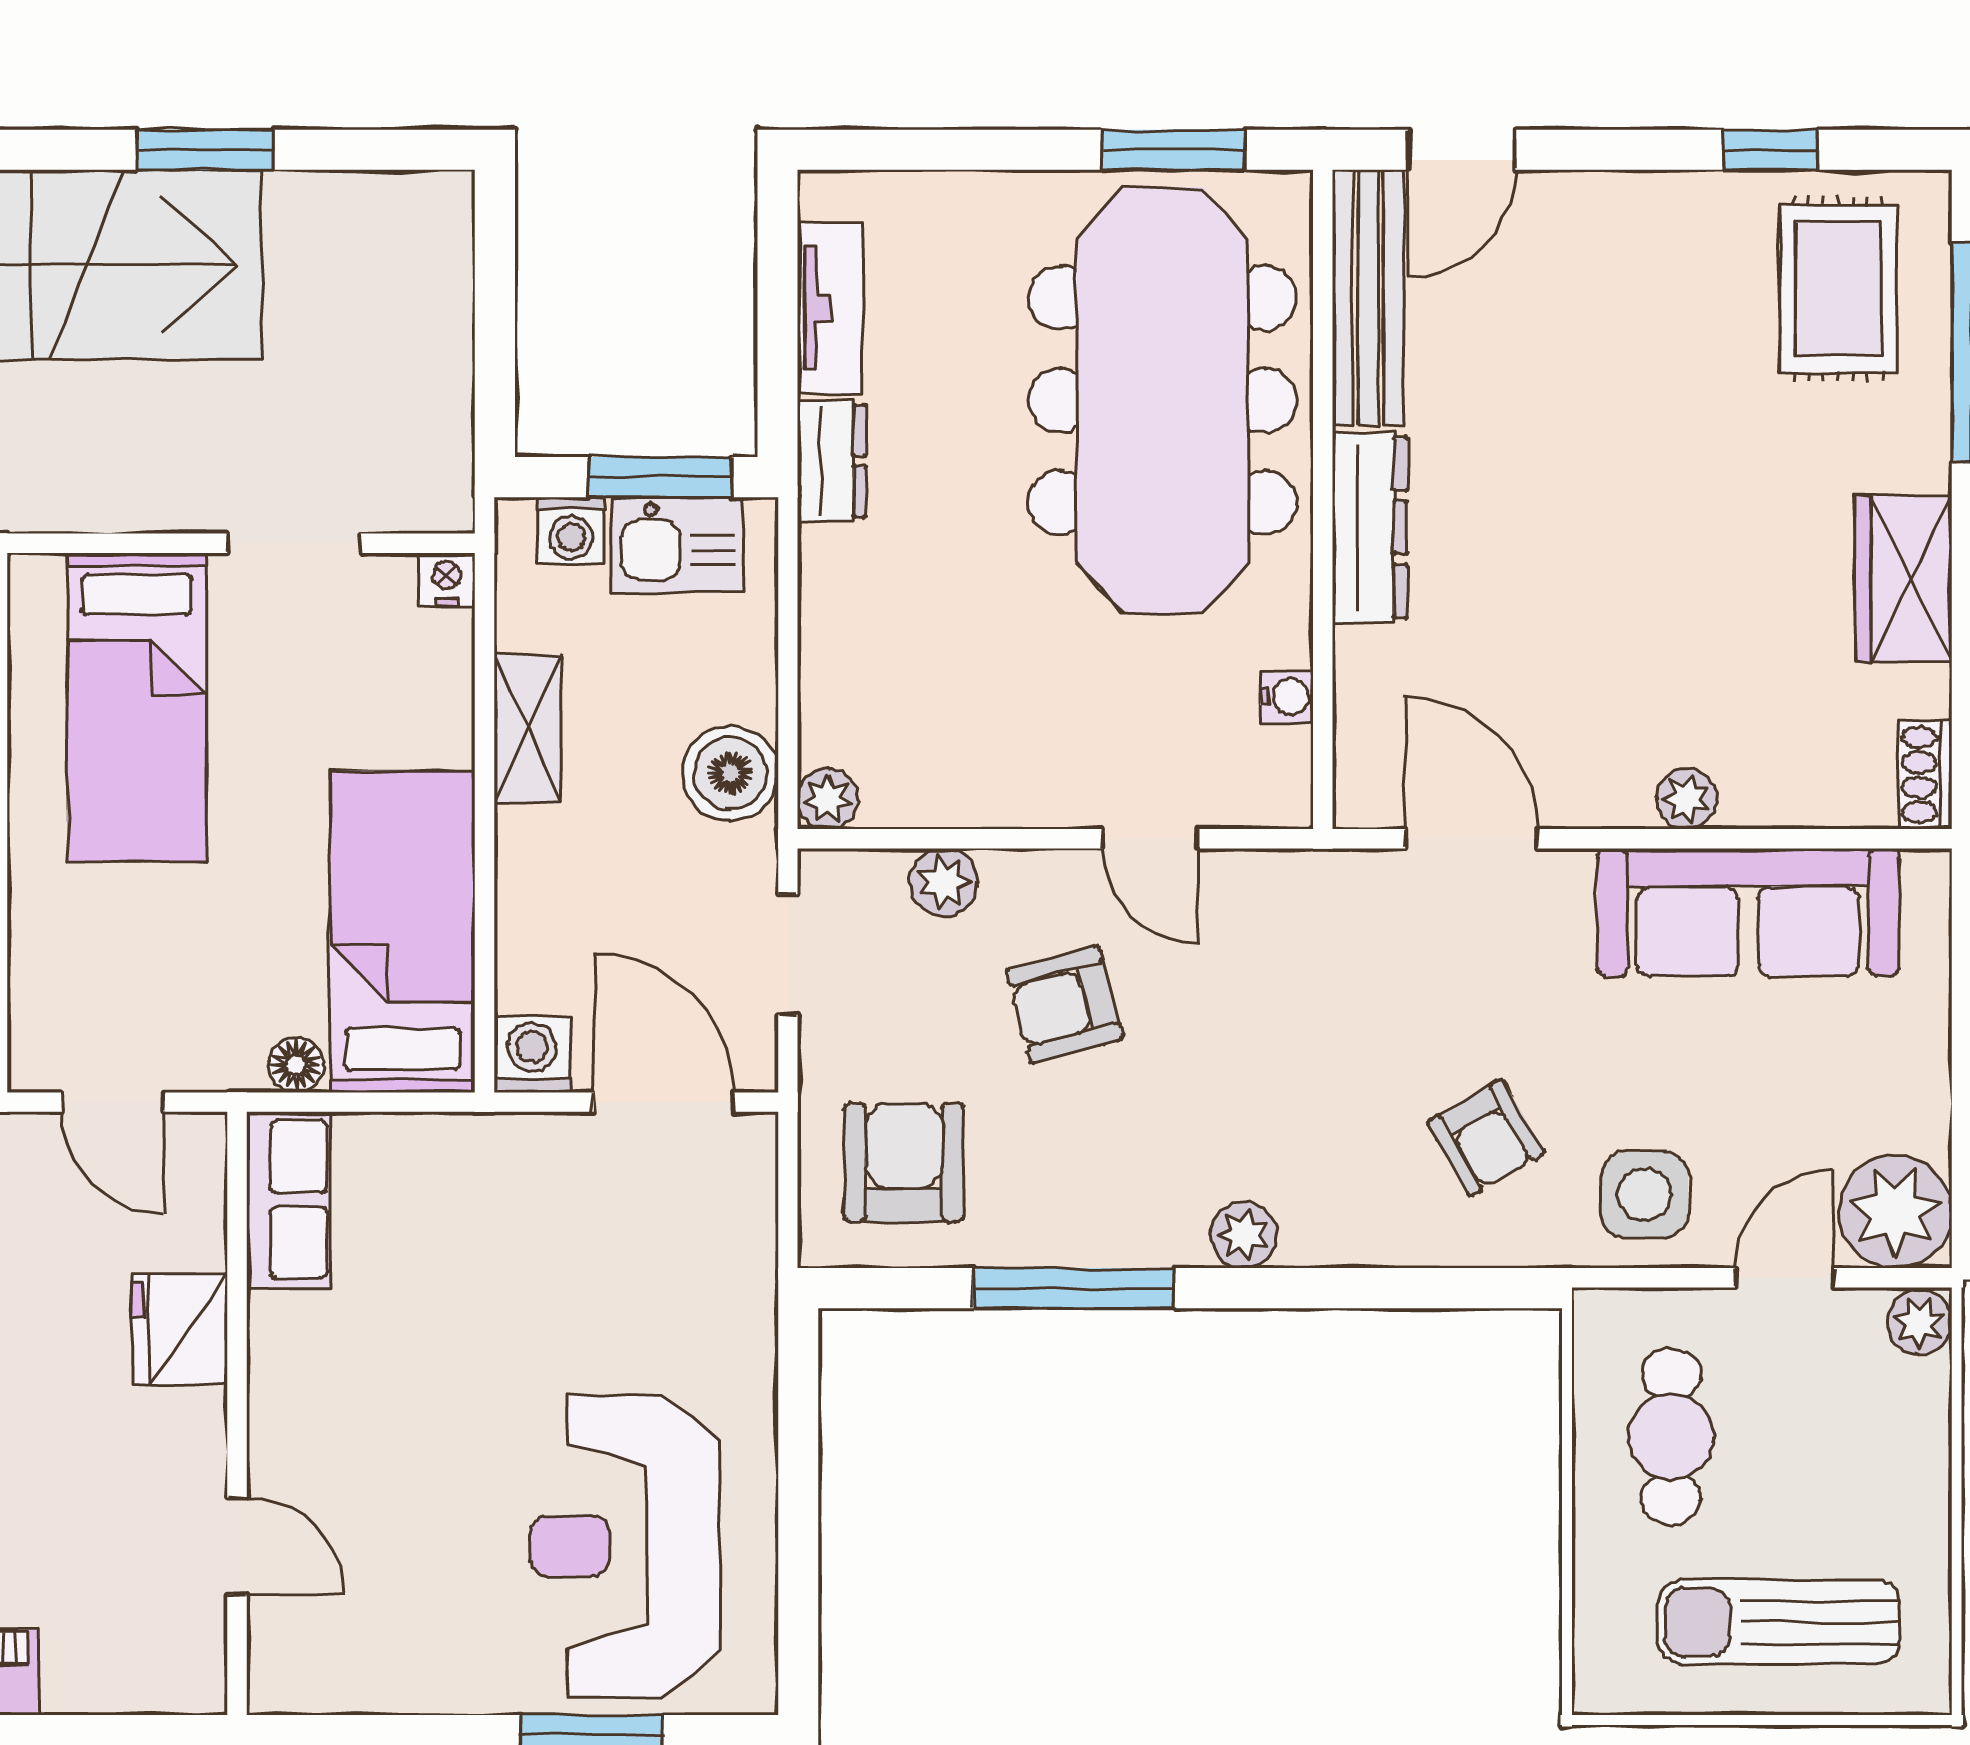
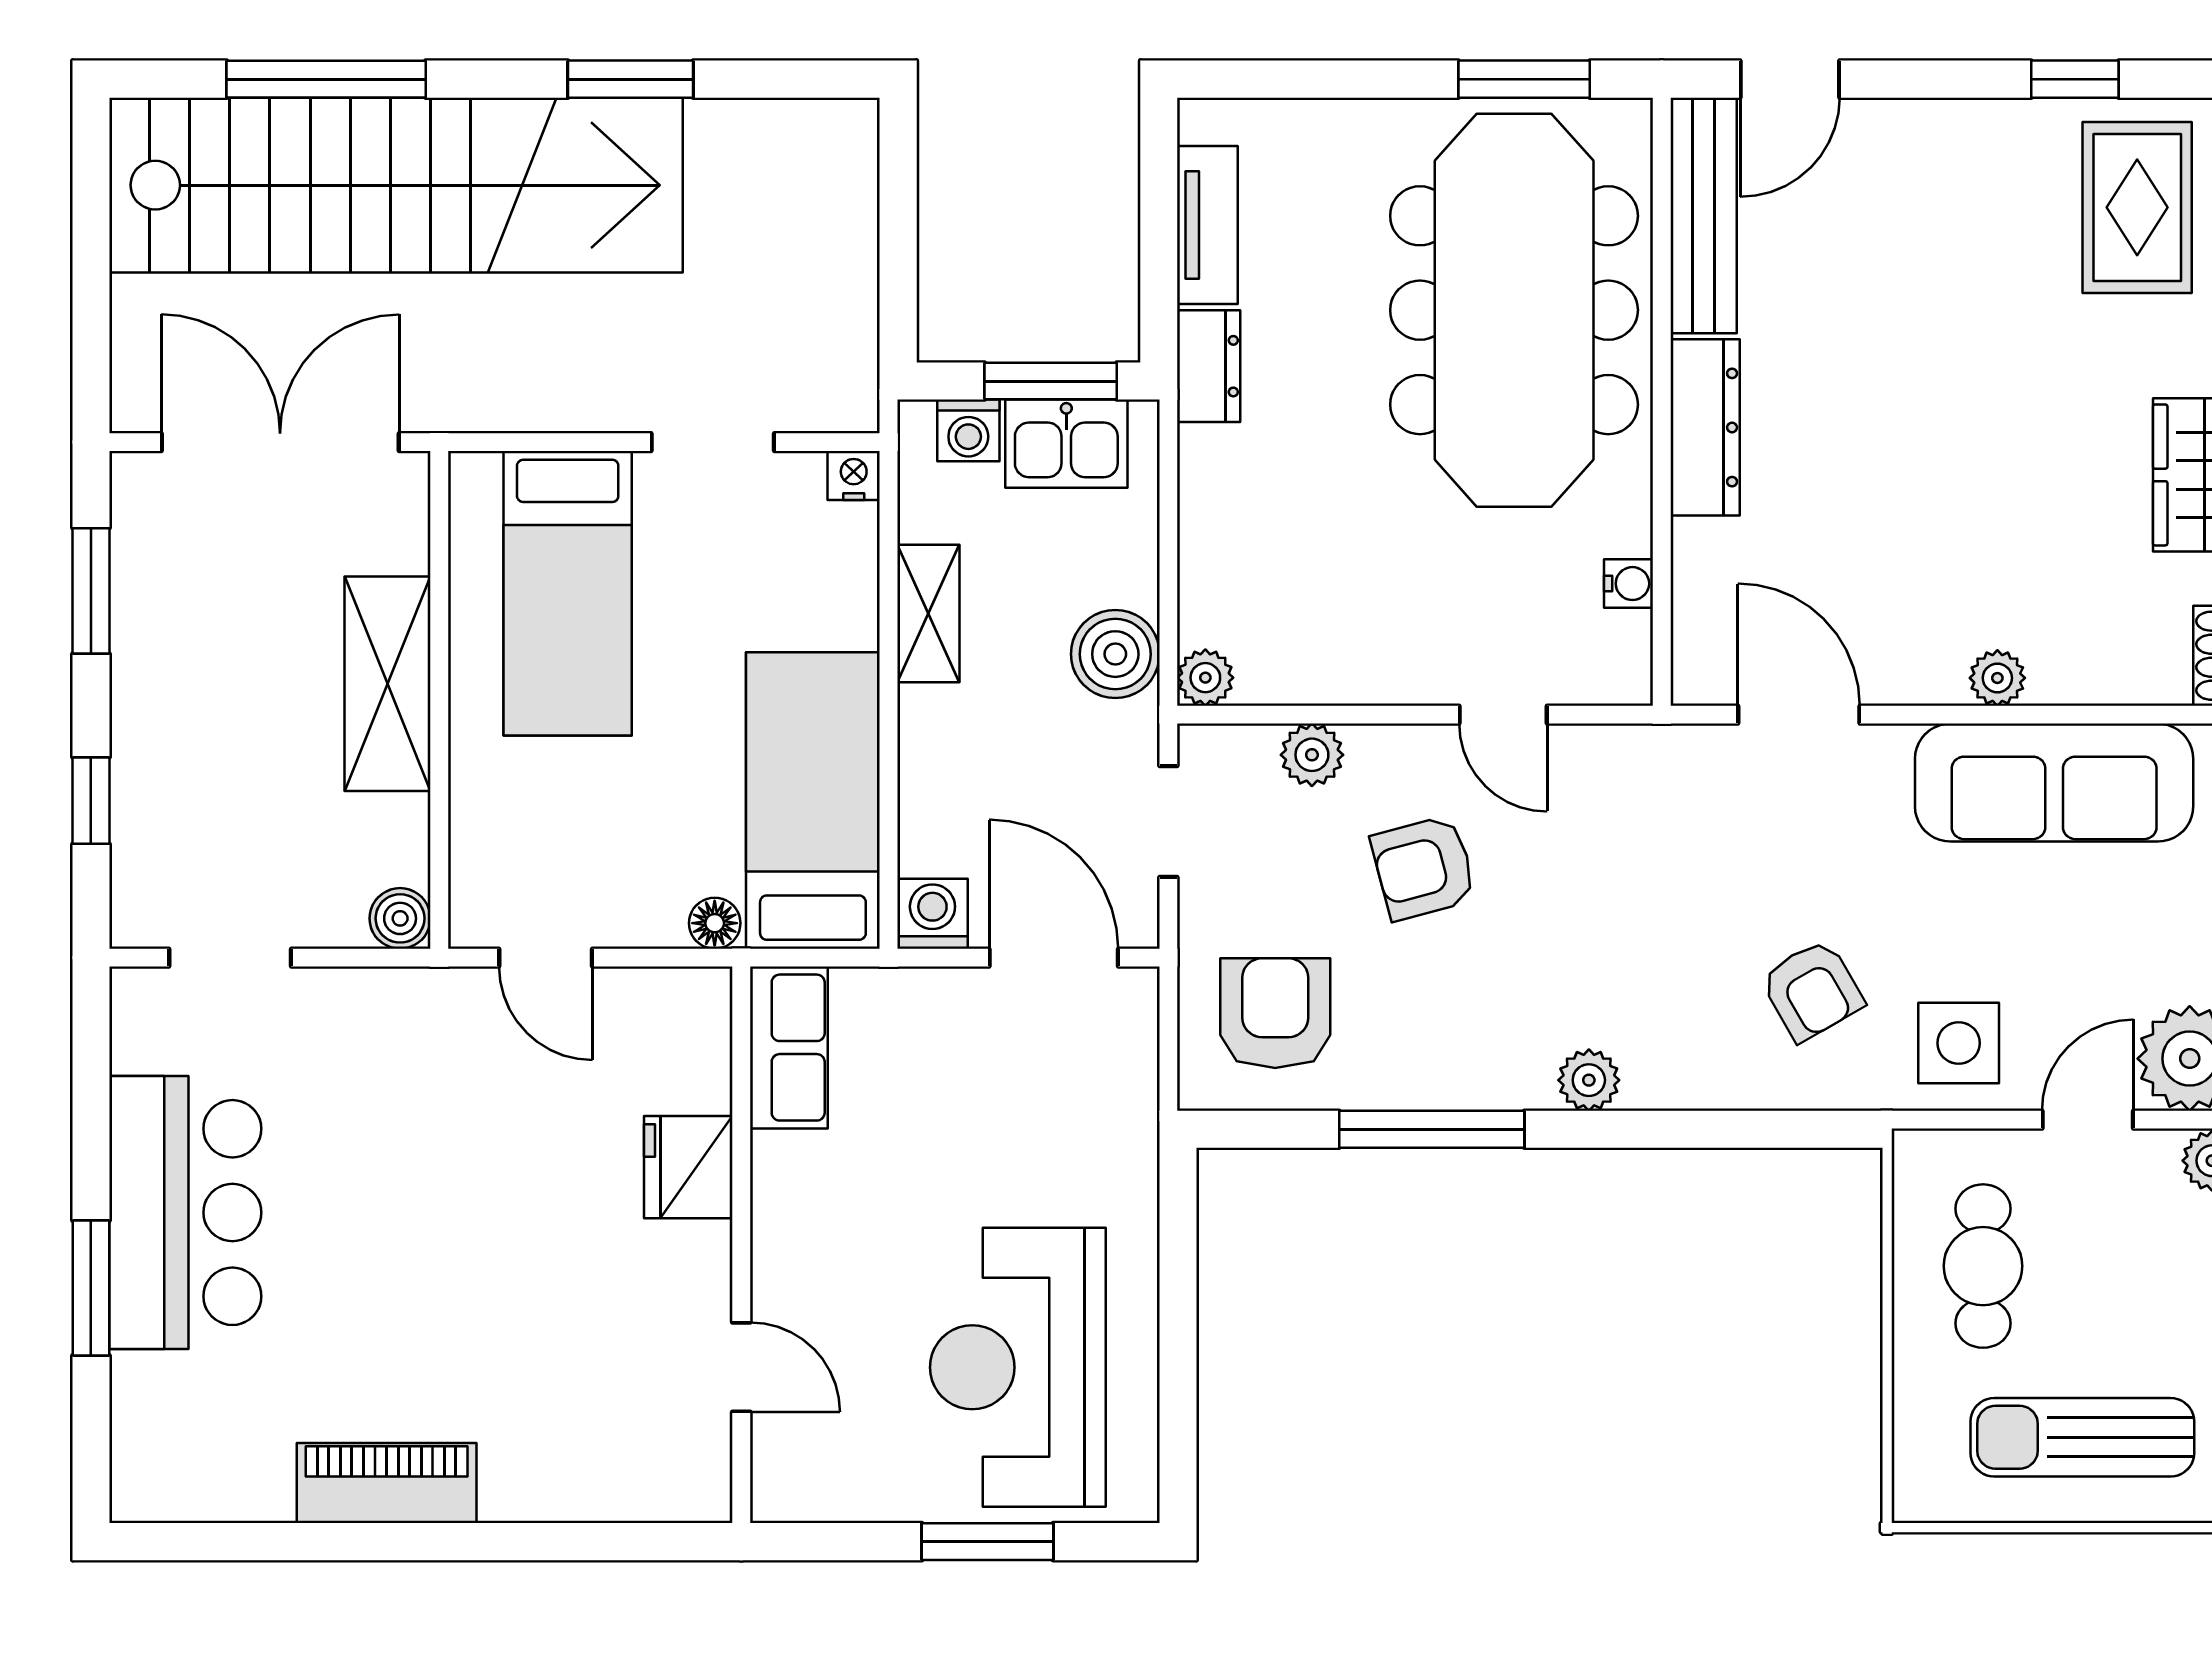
row of seats: (289, 1200) -> (789, 1048), moved
fridge: (180, 1329) -> (688, 1167), moved
wall: (237, 1413) -> (741, 1245), moved
door: (237, 1546) -> (741, 1367), moved

